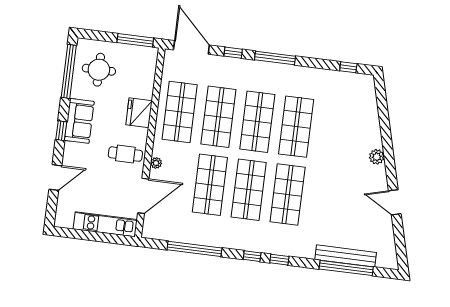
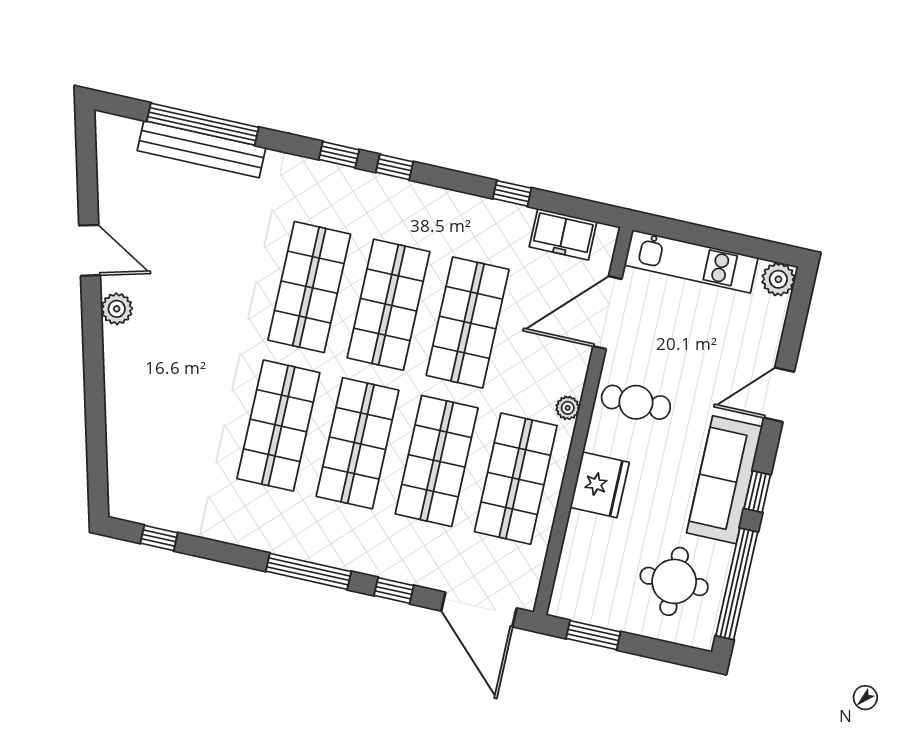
window: (135, 40) -> (593, 635), width x0.69
sofa: (79, 121) -> (724, 480), width x1.36
window: (61, 131) -> (757, 492), moved
plant: (377, 157) -> (117, 309), moved
plant: (156, 163) -> (568, 408), moved
door: (55, 177) -> (779, 395), moved
plant: (63, 220) -> (778, 279), added
freezer: (168, 232) -> (563, 234), added
window: (194, 249) -> (512, 193), width x0.32

